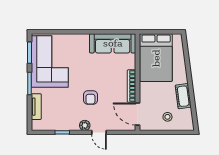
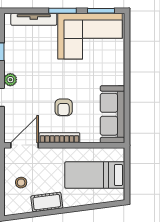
bed: (156, 58) -> (95, 175), width x0.67
armchair: (90, 97) -> (64, 107), moved, turned -90
tv unit: (36, 107) -> (34, 19), width x1.41

